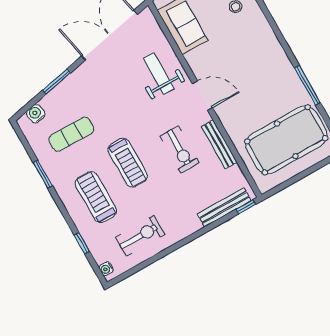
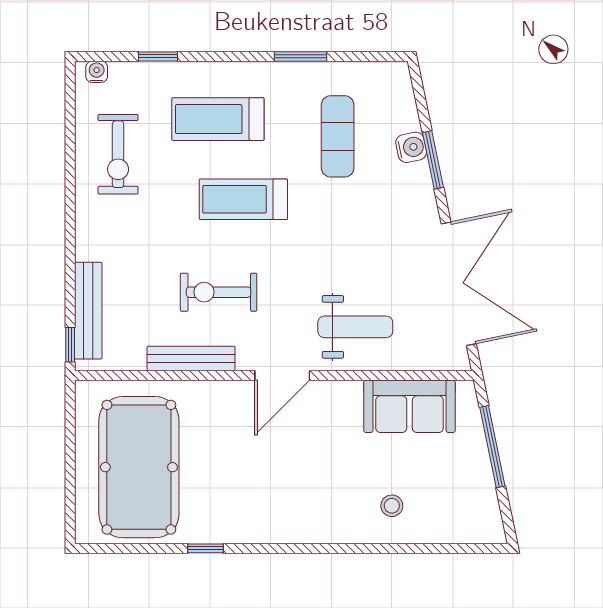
window: (307, 85) -> (205, 548), width x0.46
water cooler: (36, 114) -> (411, 147), moved
treadmill: (96, 197) -> (218, 119), turned 180

